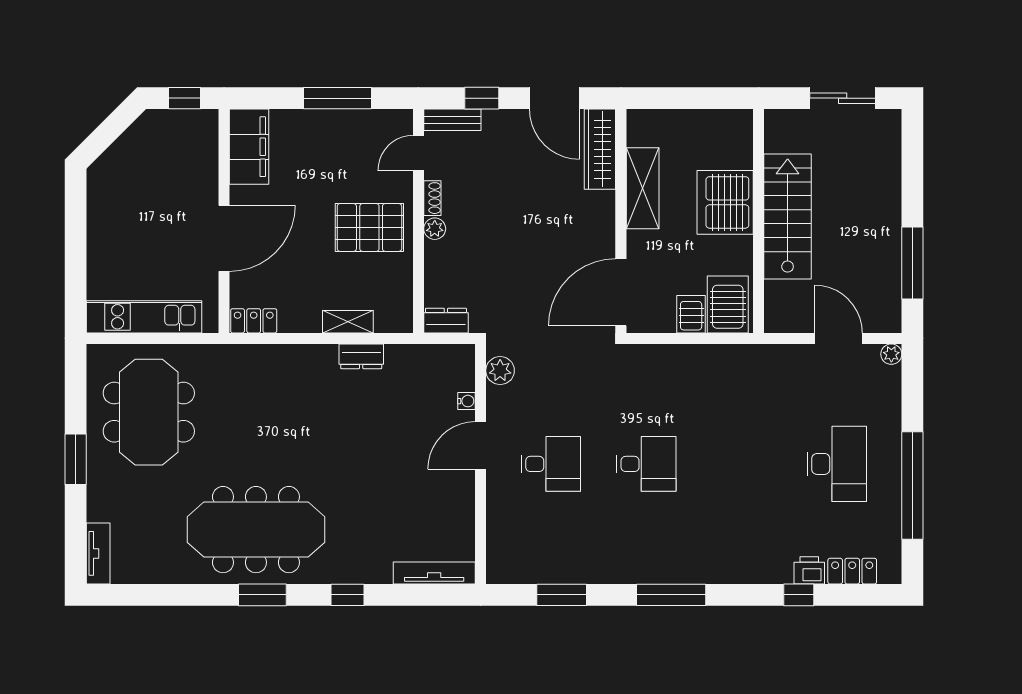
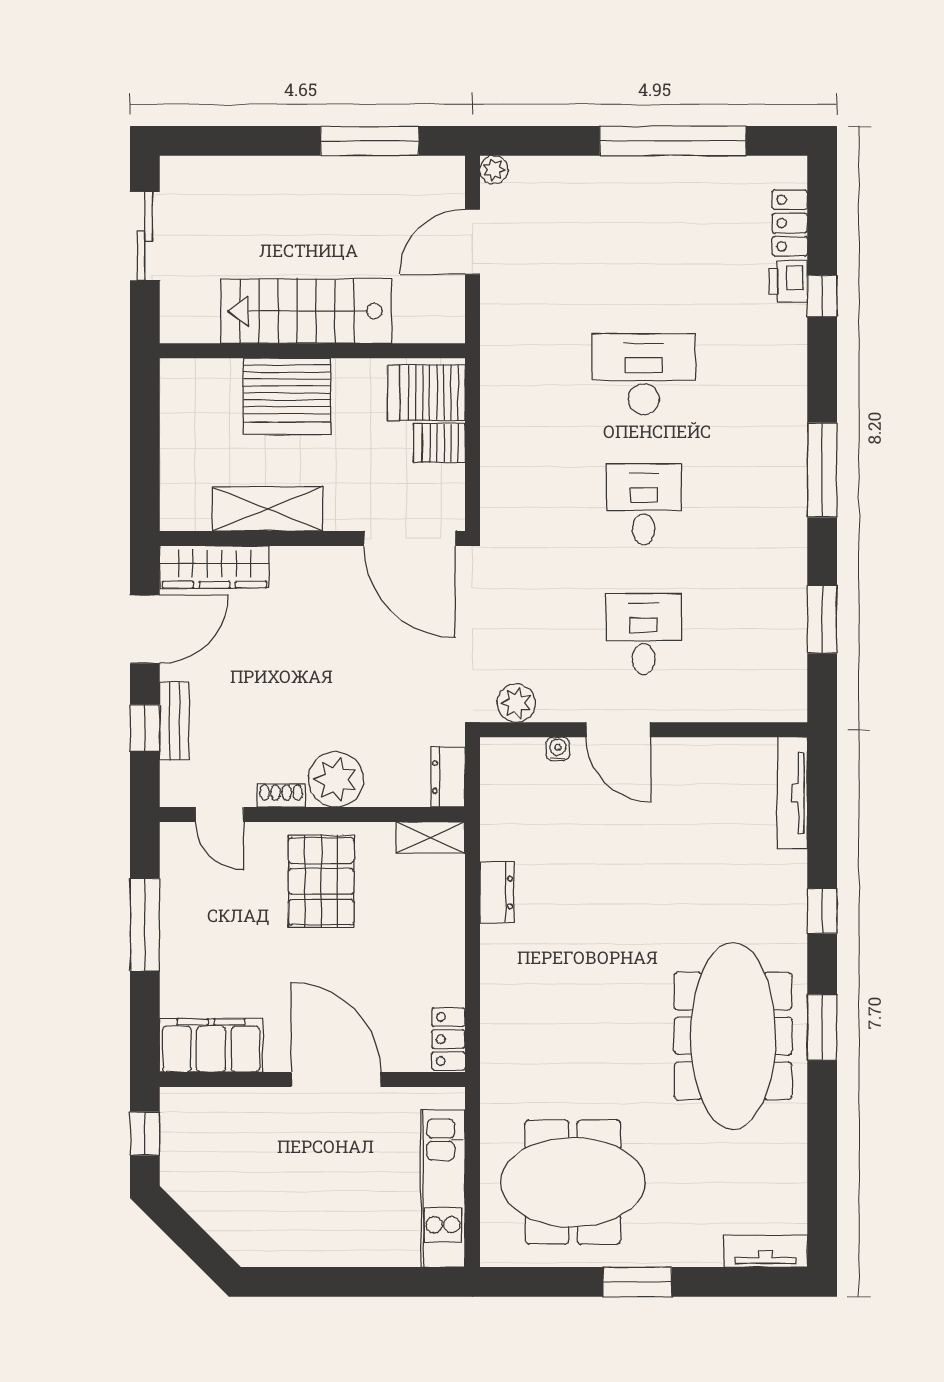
bench: (452, 120) -> (174, 721), moved
plant: (435, 229) -> (336, 779), width x1.88, depth x1.88
shelving: (348, 322) -> (431, 837), moved, turned 90
desk: (837, 464) -> (644, 374), moved

